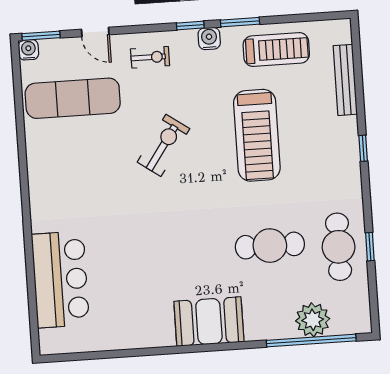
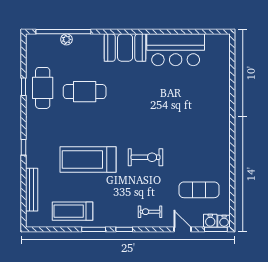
water cooler: (209, 38) -> (210, 221), moved
exercise mat: (73, 98) -> (199, 190), width x0.73, depth x0.69
treadmill: (257, 135) -> (88, 160), turned -90
exercise bike: (163, 145) -> (146, 157), turned -125
bar counter: (60, 279) -> (176, 50), moved, turned -90
plant: (313, 320) -> (66, 39), width x0.53, depth x0.53

